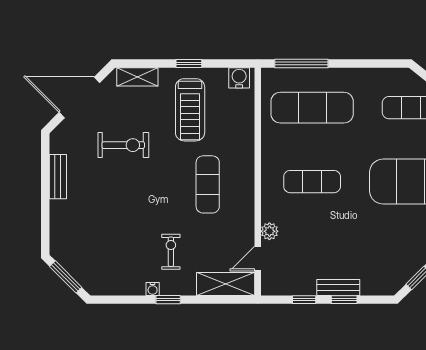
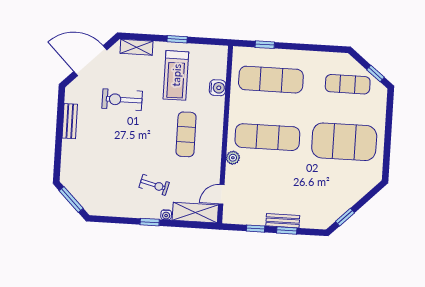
window: (301, 63) -> (265, 45), width x0.46
water cooler: (239, 78) -> (218, 88), moved, turned 90
exercise bike: (123, 145) -> (122, 100), turned 180
exercise mat: (312, 182) -> (267, 137), width x1.36, depth x1.45
plant: (269, 231) -> (233, 158), moved
exercise bike: (171, 252) -> (154, 185), turned 104
water cooler: (153, 289) -> (166, 215), moved

